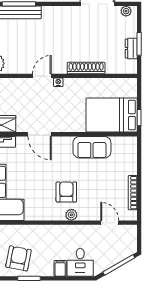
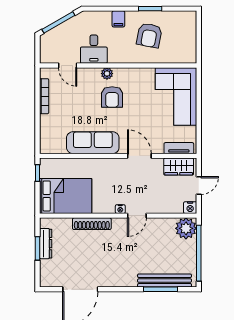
plant: (126, 11) -> (51, 282), removed
dresser: (131, 49) -> (46, 244), width x1.44
bed: (112, 115) -> (66, 196), moved
sofa: (92, 147) -> (93, 143), width x1.36
armchair: (18, 258) -> (149, 35), moved
desk: (80, 262) -> (94, 49), moved, turned 180

